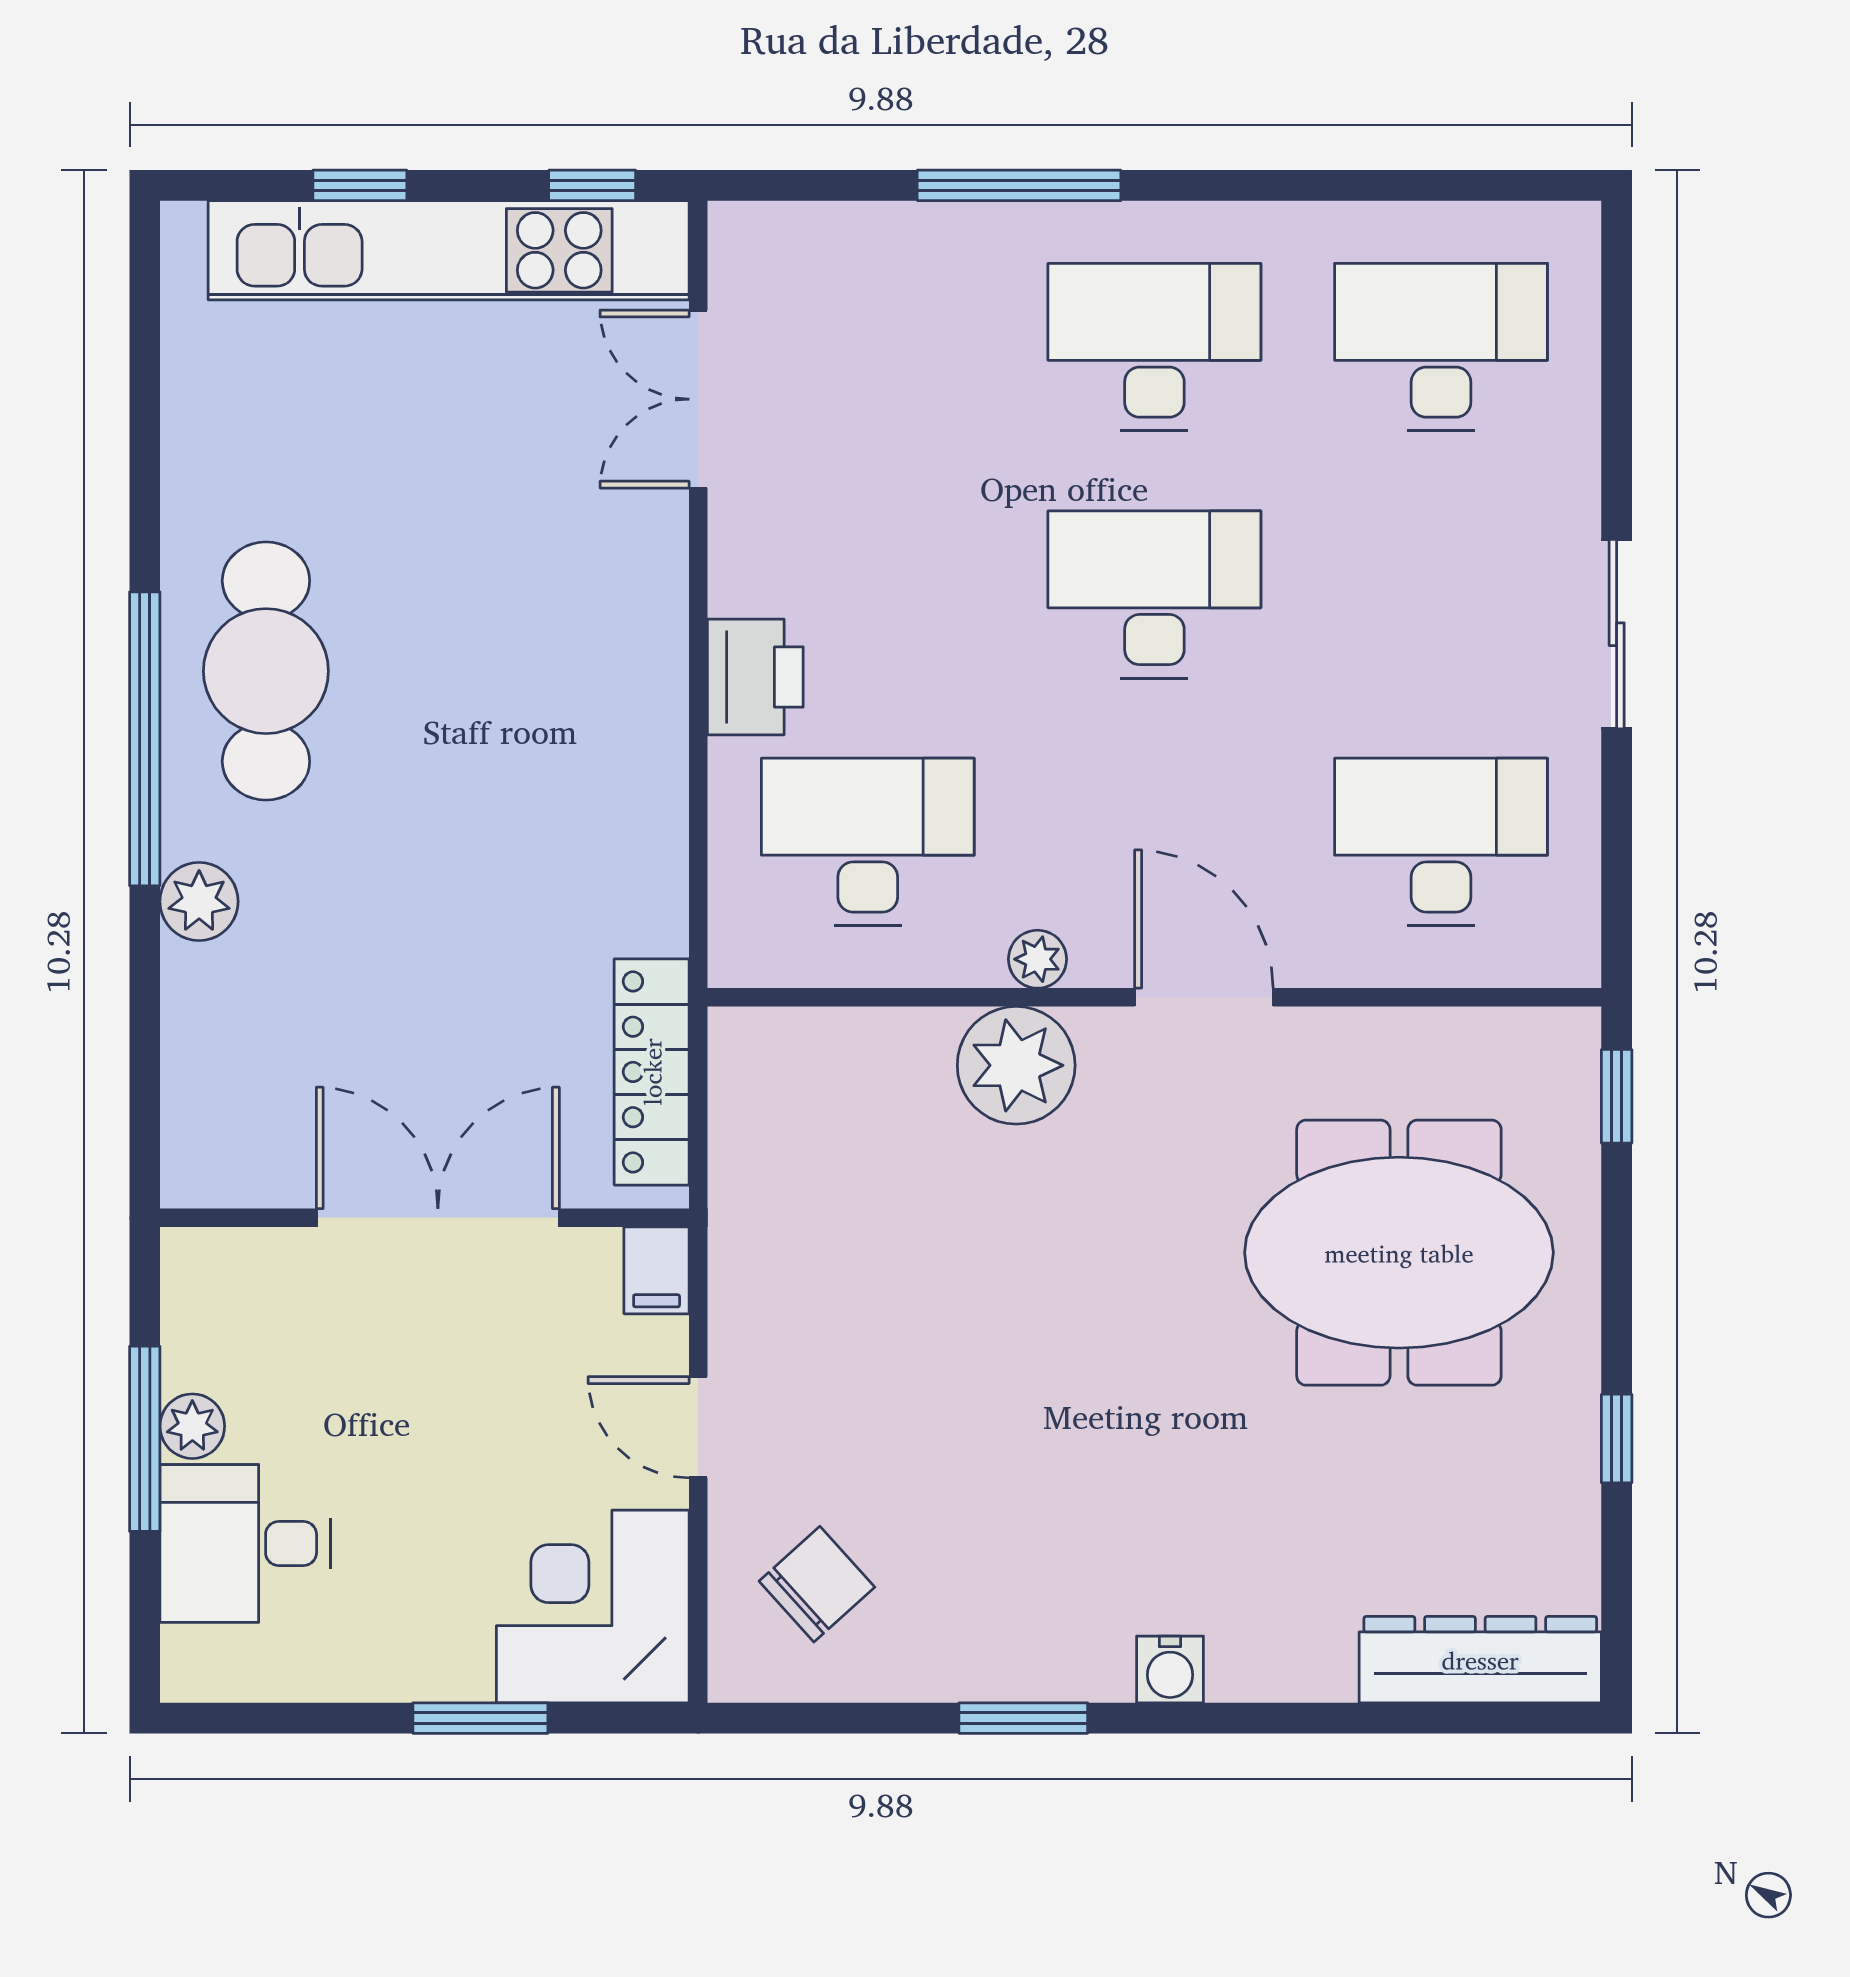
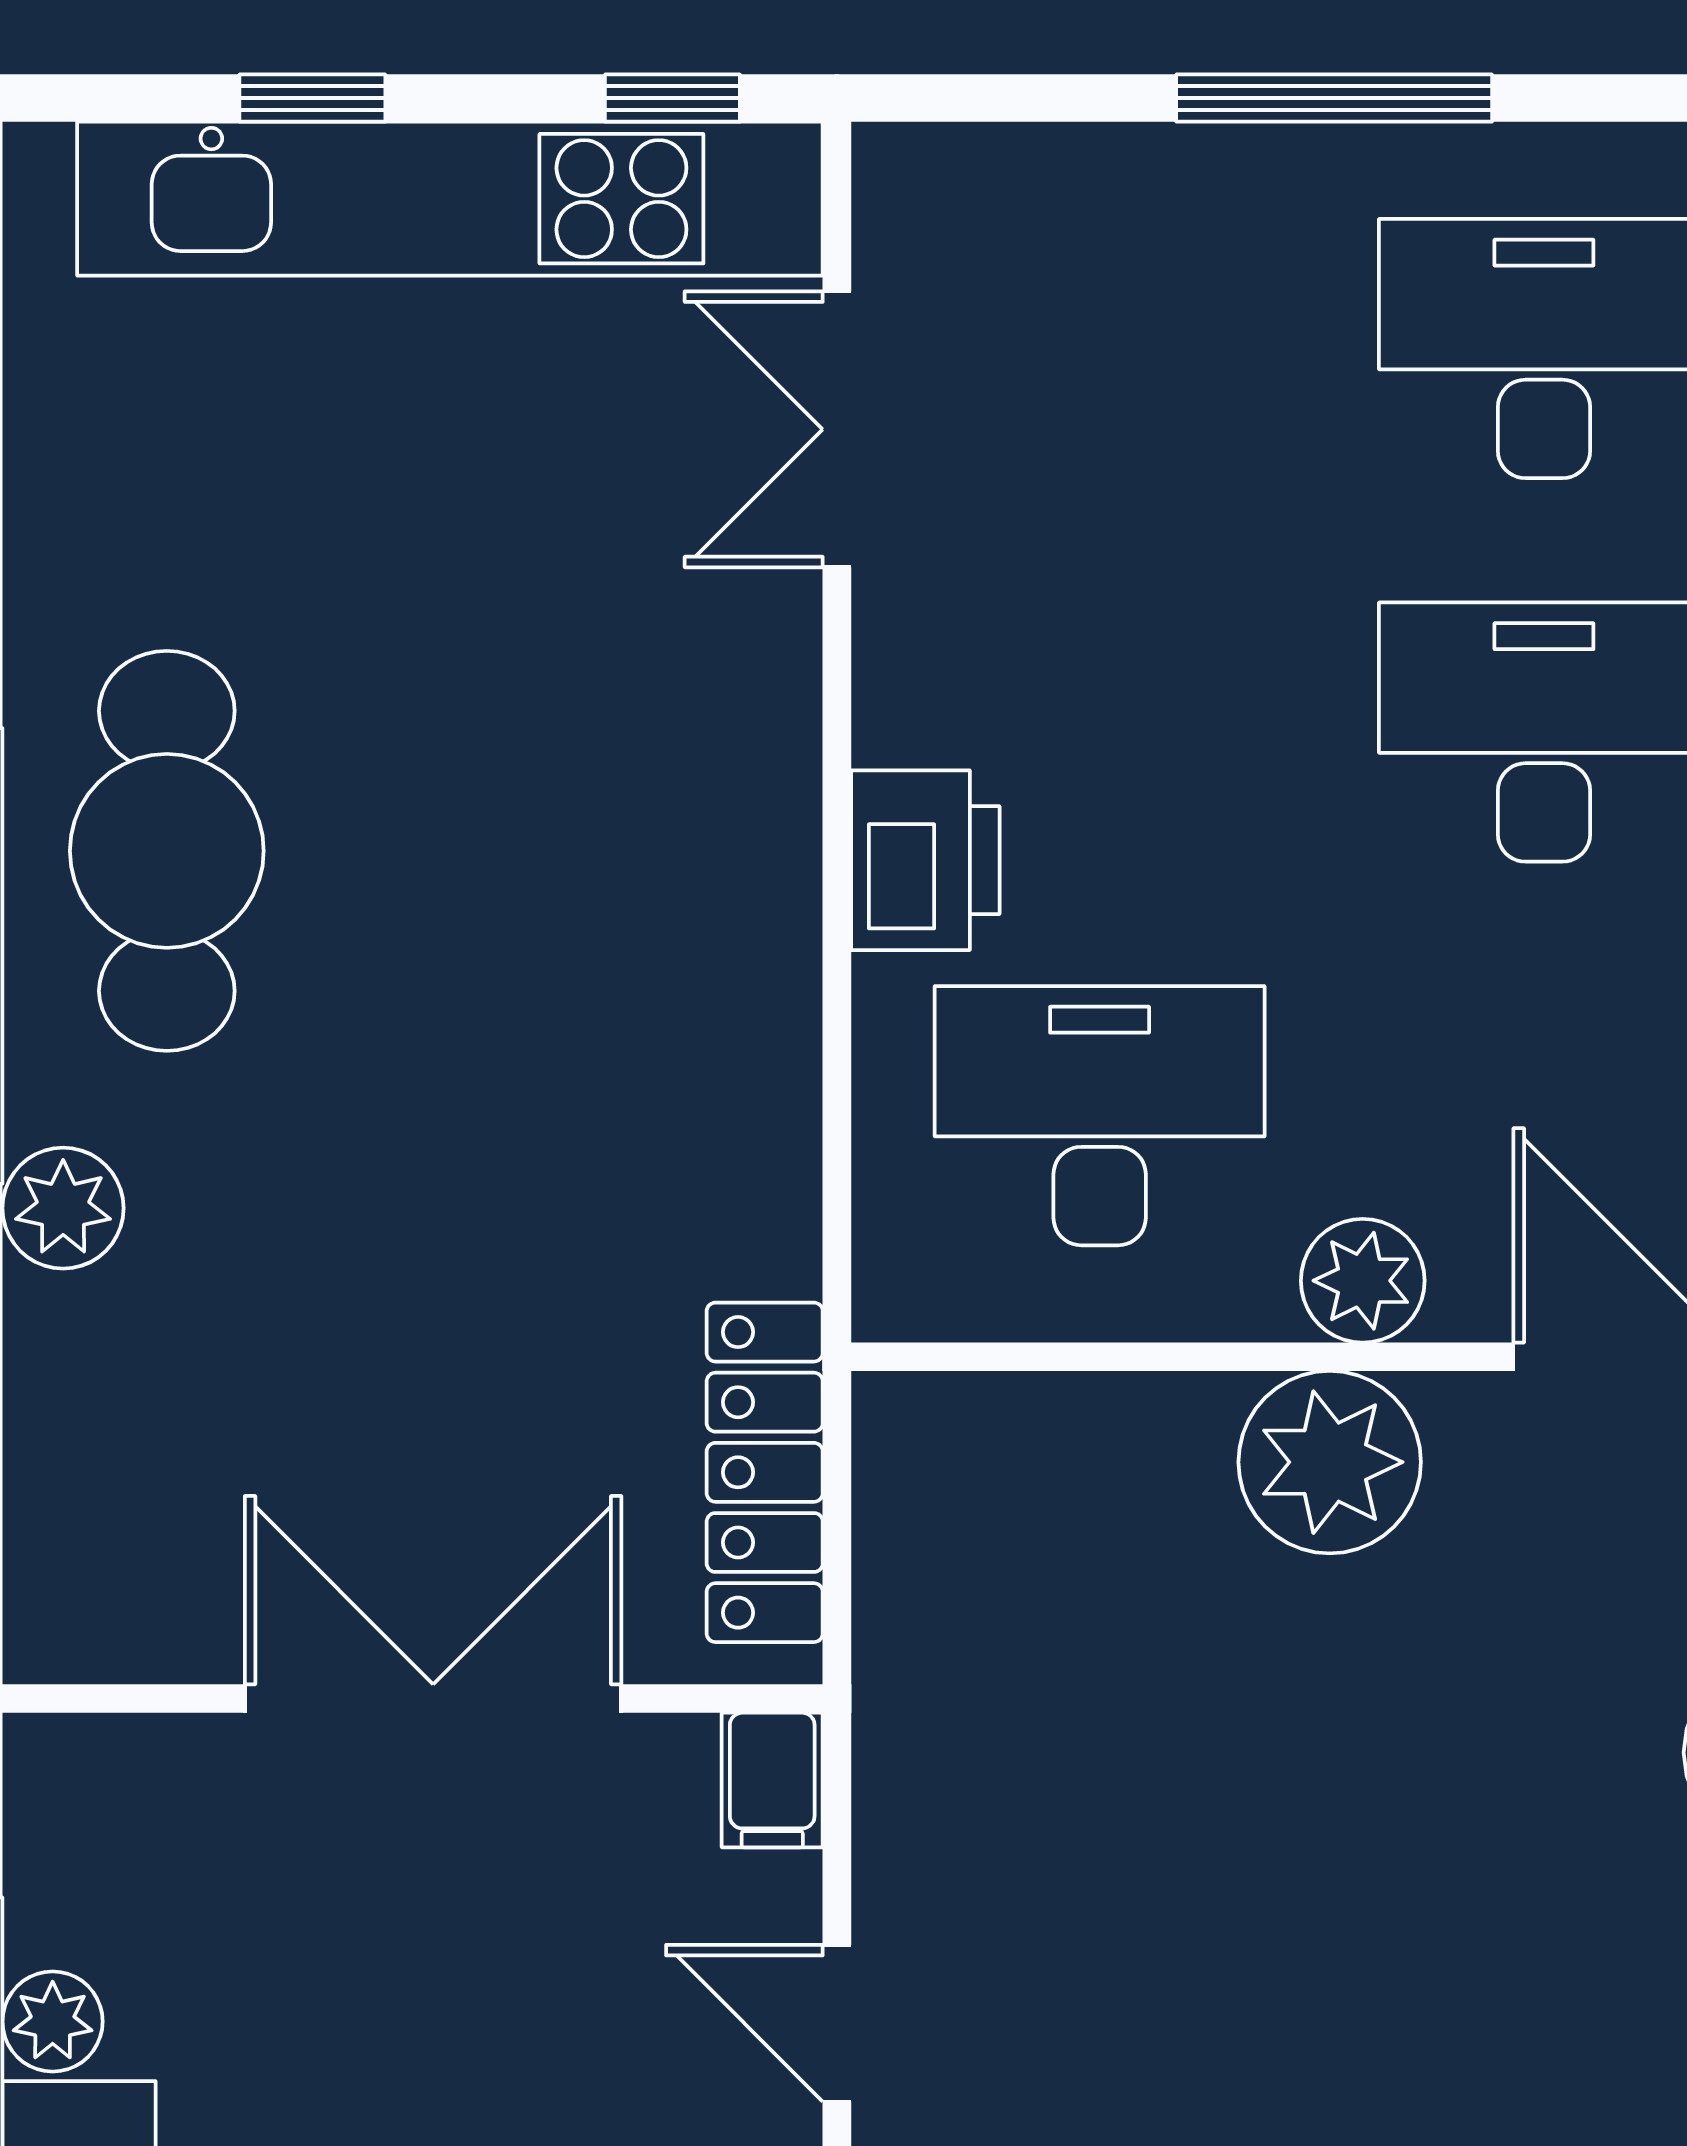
plant: (1037, 959) -> (1363, 1281), width x1.38, depth x1.38

